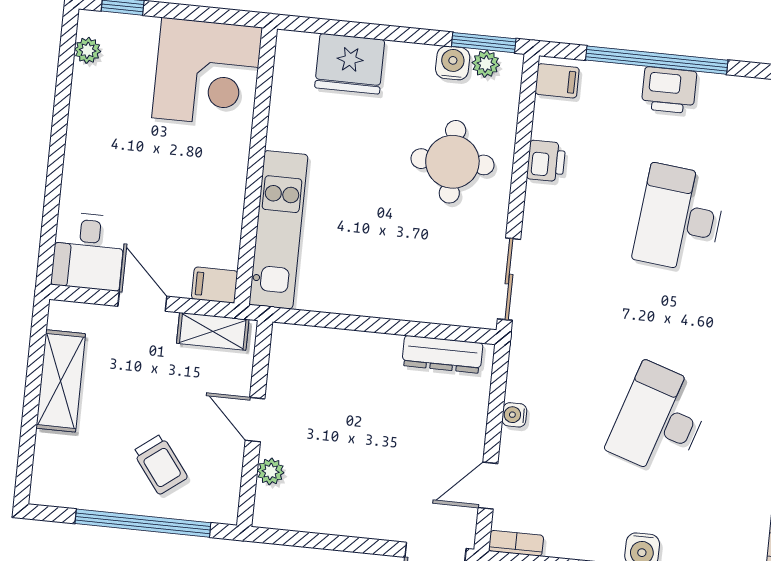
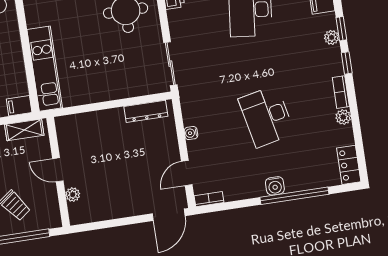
desk: (659, 420) -> (266, 116), turned -30

